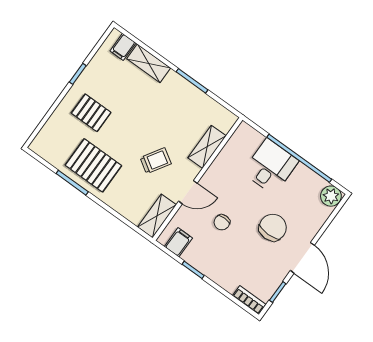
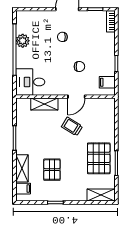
pallet: (91, 113) -> (52, 170), moved
desk: (270, 167) -> (30, 82), moved
door: (188, 192) -> (76, 97), swing flipped
plant: (331, 196) -> (23, 41), moved
shelving: (157, 216) -> (101, 195), moved
chair: (273, 227) -> (62, 37), width x0.54, depth x0.54

